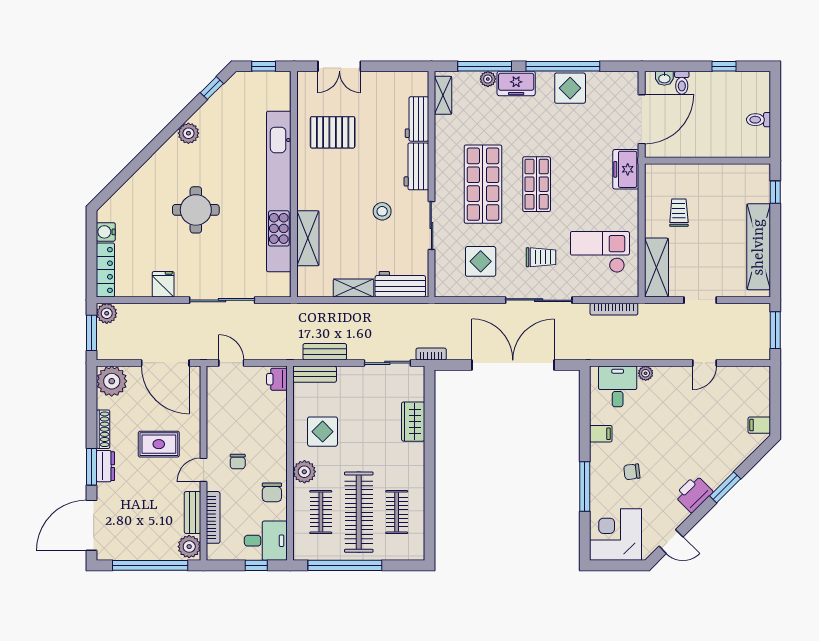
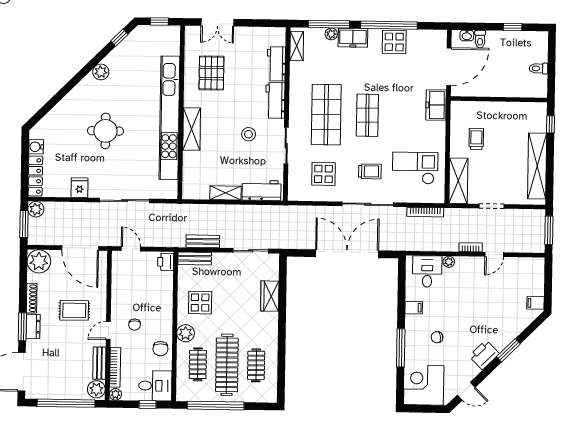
pallet: (333, 132) -> (211, 73), turned 90
shelving: (308, 238) -> (192, 129), moved
bookcase: (431, 354) -> (471, 247), moved
plant: (214, 553) -> (115, 394), added

